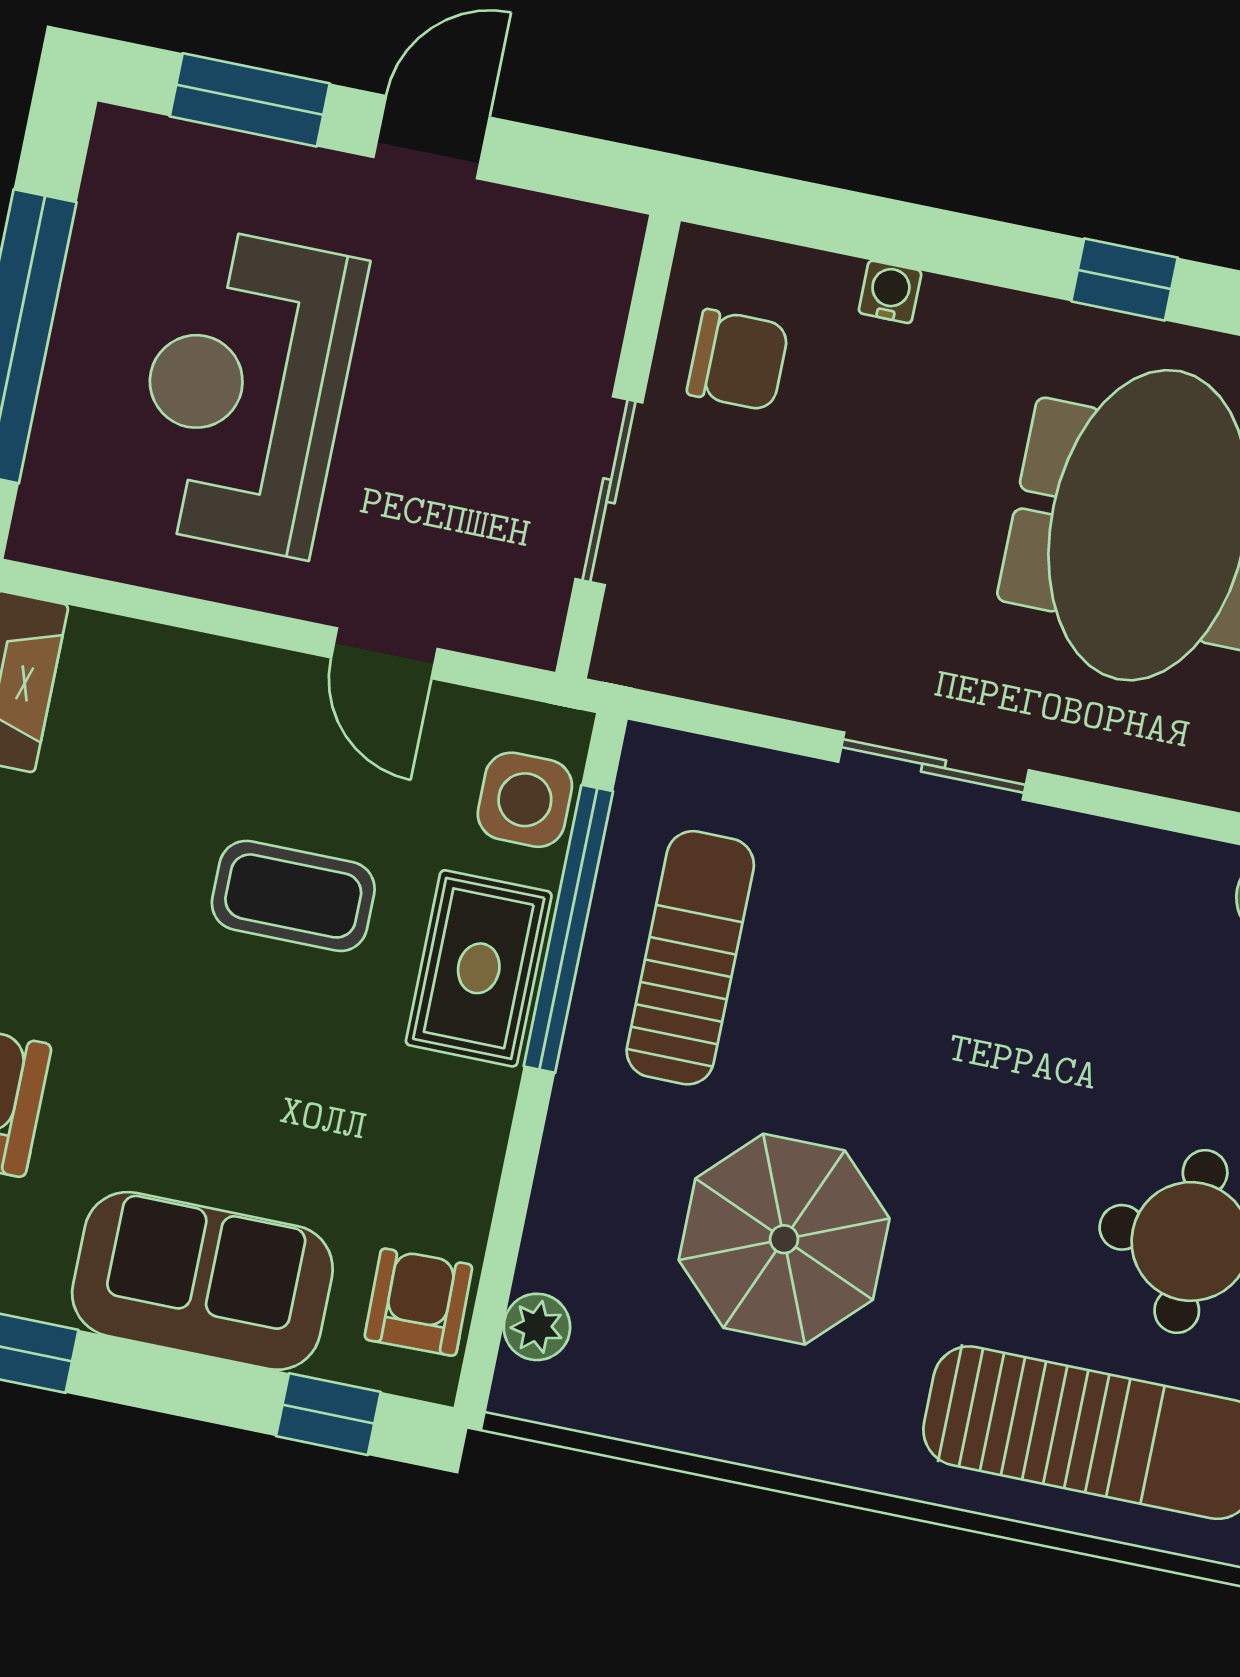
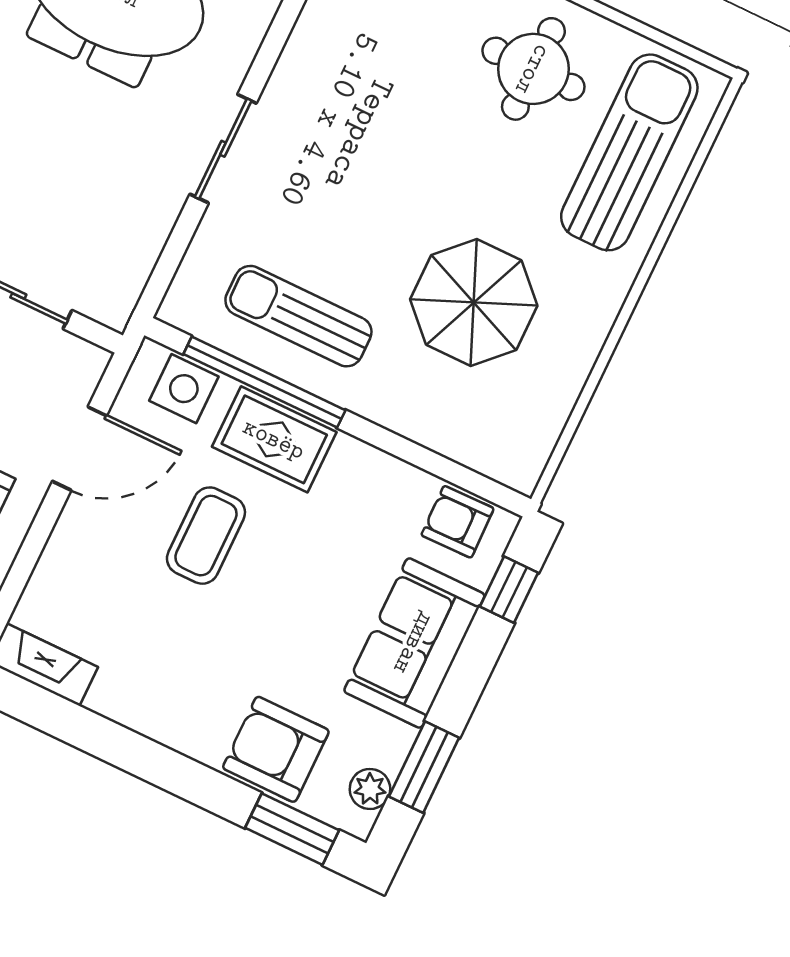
door: (384, 653) -> (80, 448), width x1.38
plant: (537, 1327) -> (489, 457), removed

